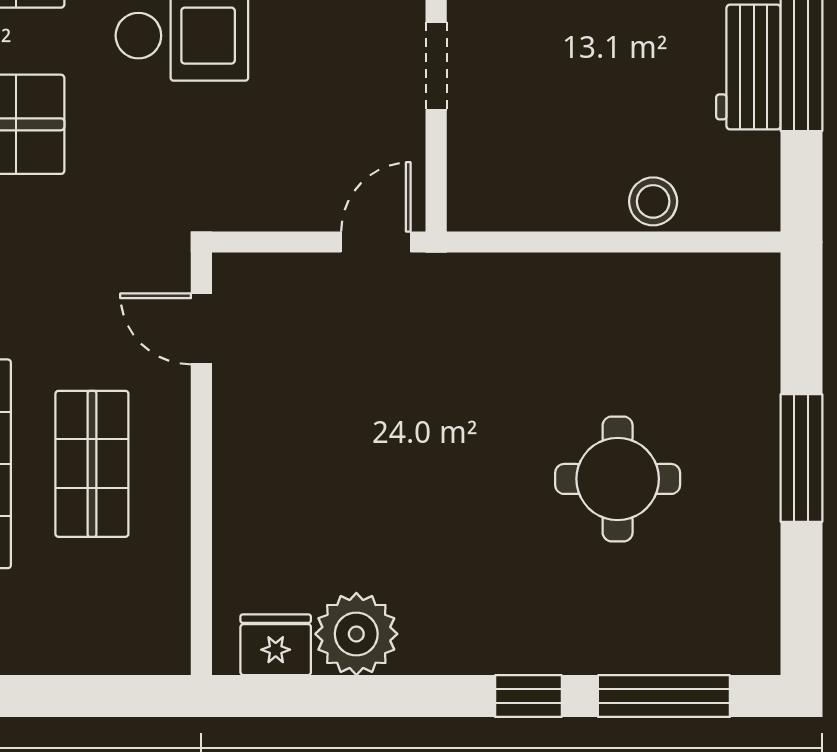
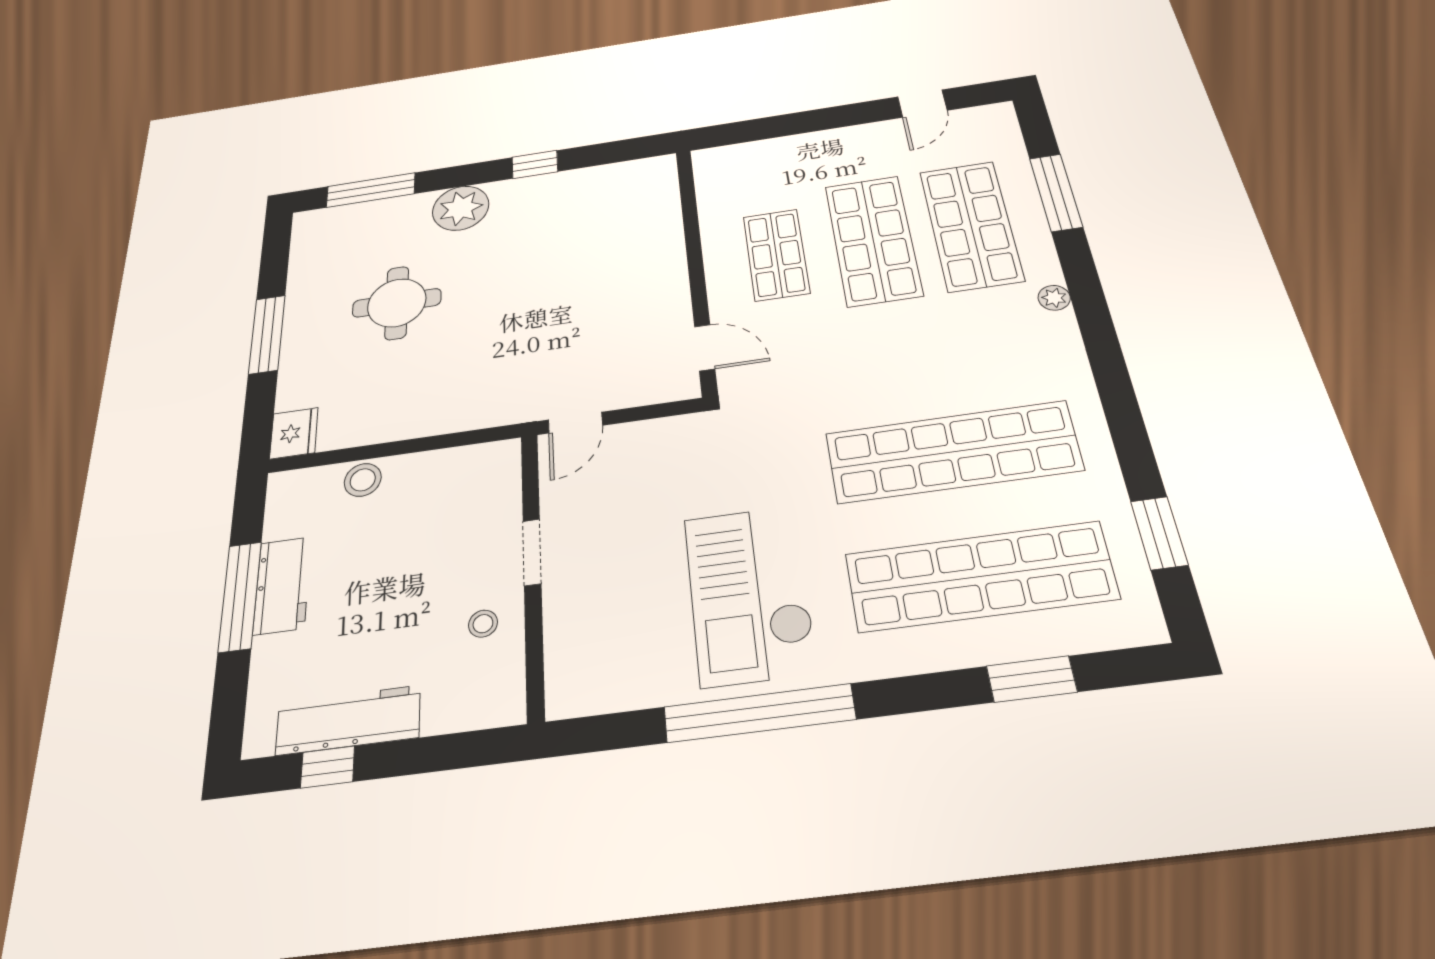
plant: (356, 634) -> (461, 208), moved
fridge: (276, 645) -> (294, 433), moved, turned -90
window: (528, 696) -> (535, 164), moved

